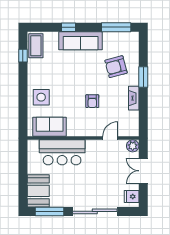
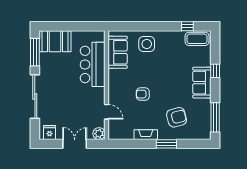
sofa: (81, 41) -> (202, 83), width x0.73
armchair: (116, 67) -> (177, 117), turned 90

